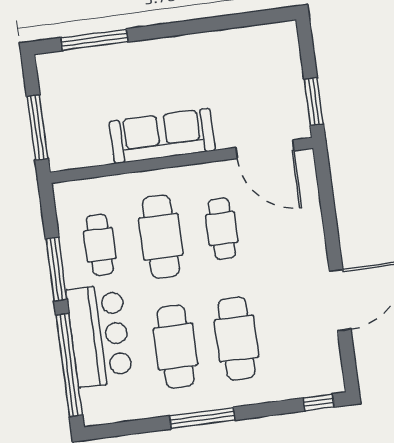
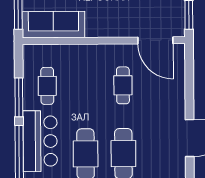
sofa: (162, 136) -> (53, 25), moved
cafe table: (161, 237) -> (85, 86), removed

